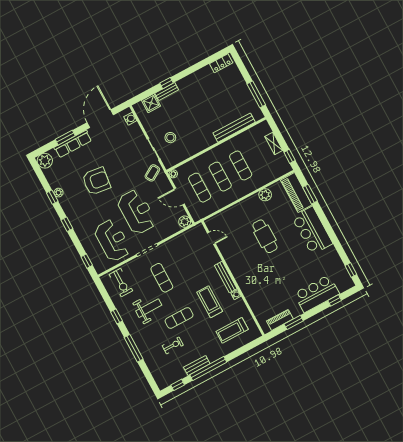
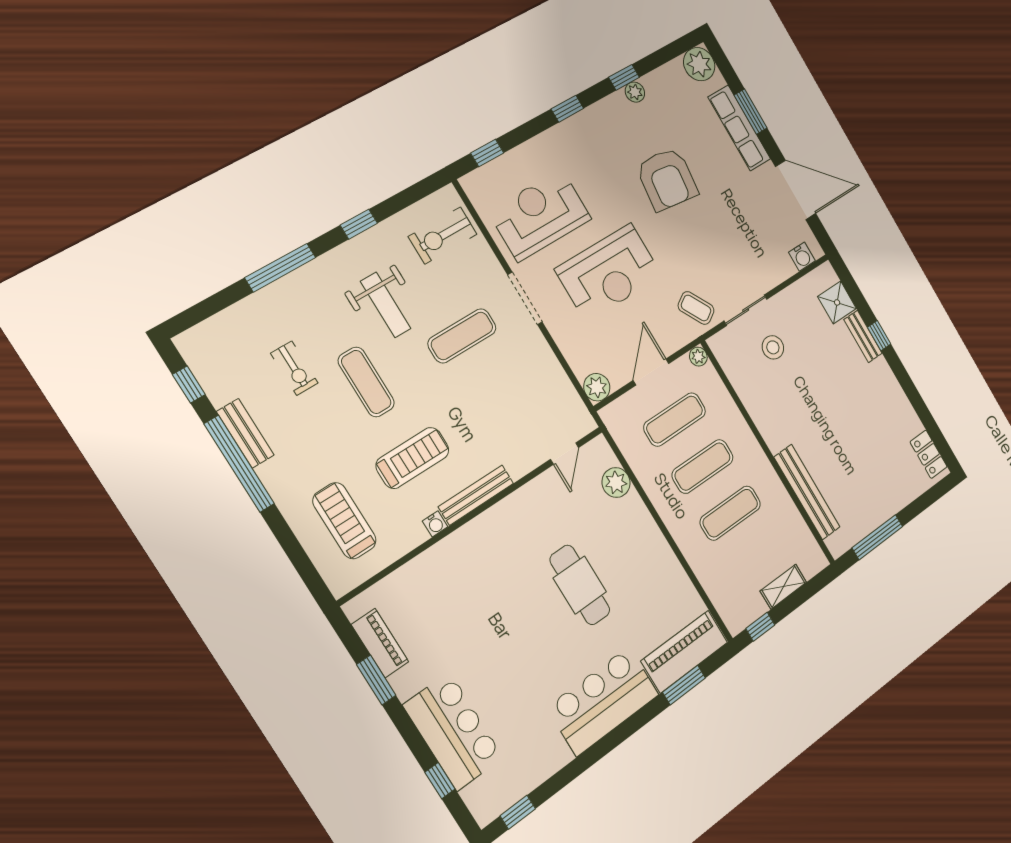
plant: (265, 195) -> (616, 483), moved
cafe table: (265, 236) -> (580, 585), turned 90
reception desk: (112, 240) -> (540, 215), turned 180

